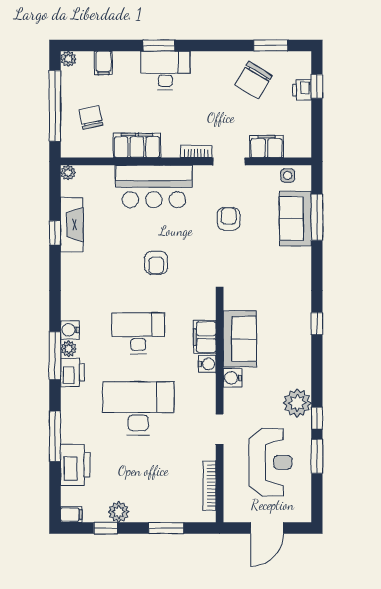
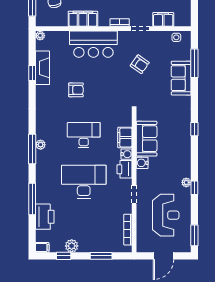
armchair: (229, 219) -> (140, 64), turned 125
sofa: (295, 219) -> (181, 78), moved
armchair: (156, 263) -> (76, 90), moved, turned -90
water cooler: (70, 330) -> (41, 133), removed
printer: (72, 372) -> (124, 169), moved, turned 180
plant: (297, 403) -> (186, 182), width x0.53, depth x0.53
window: (317, 456) -> (194, 235), moved

